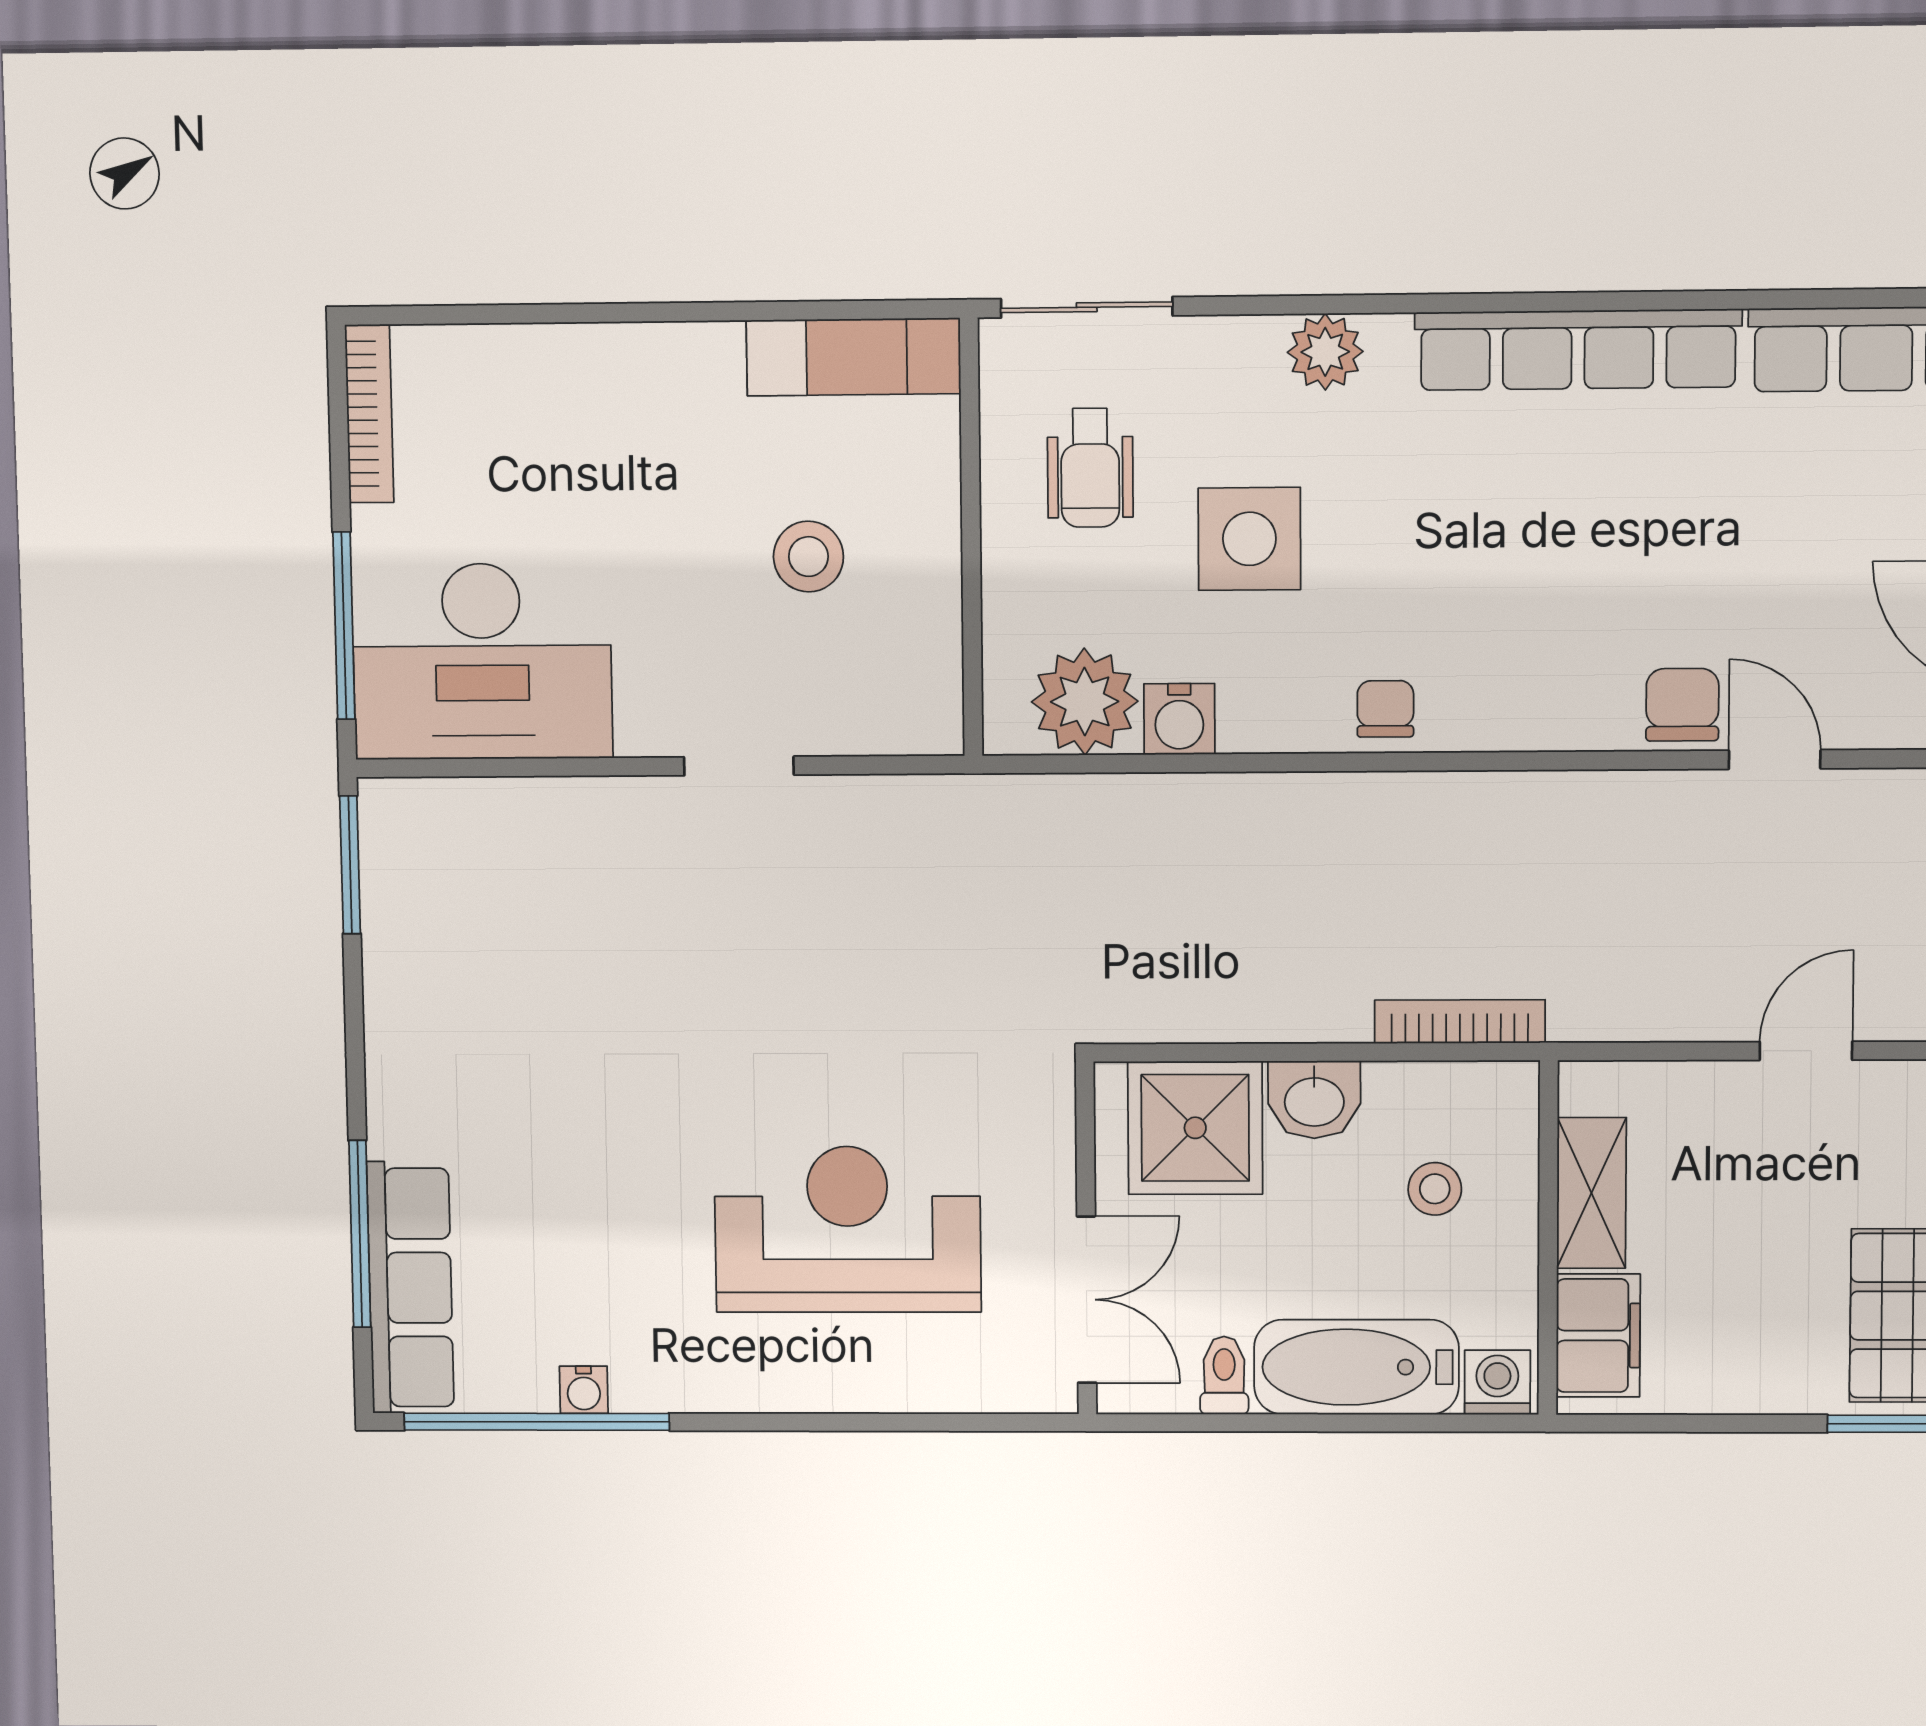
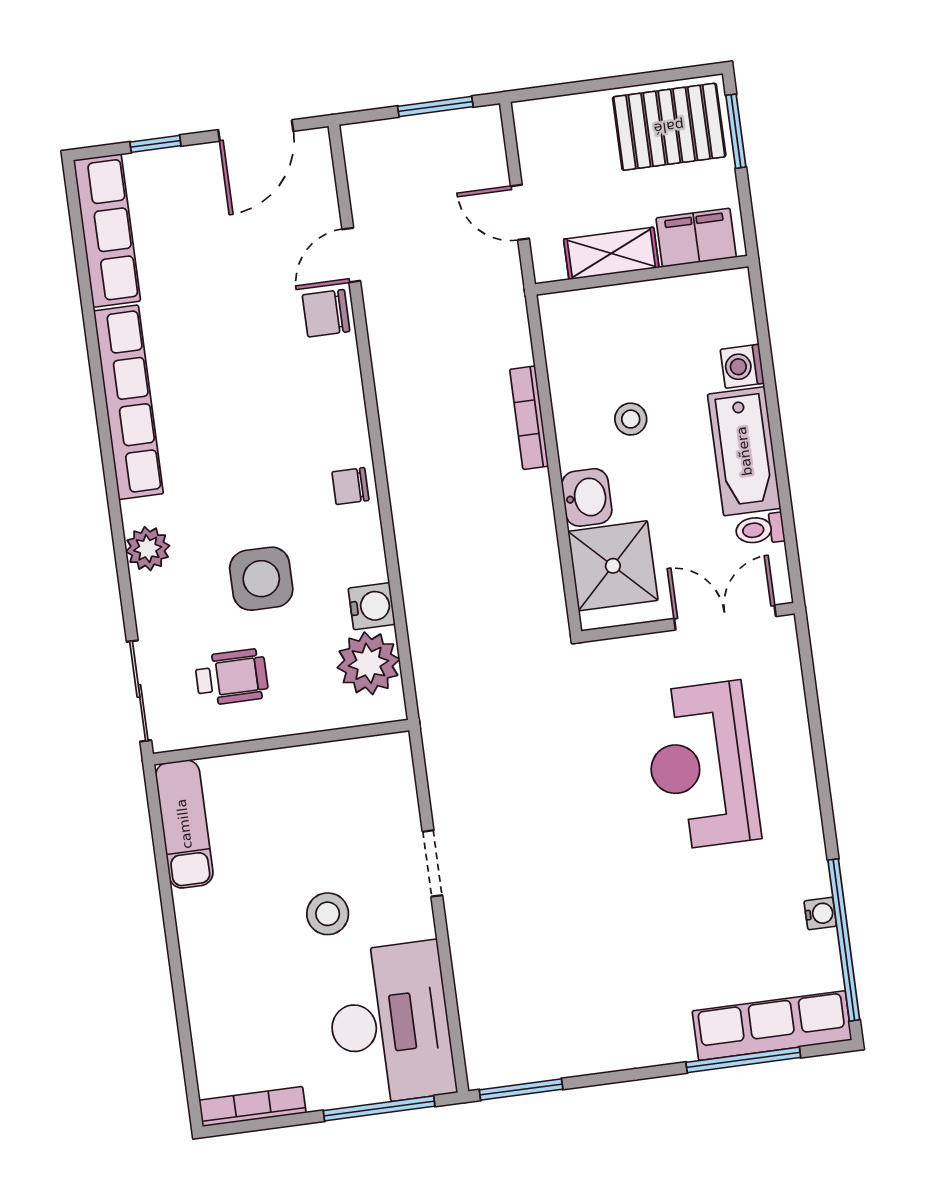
stool: (808, 557) -> (328, 914), moved
shelving: (1591, 1193) -> (611, 253), moved
wall: (1548, 1238) -> (642, 275), moved
filing cabinet: (1598, 1336) -> (696, 238), moved

